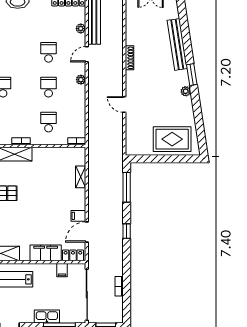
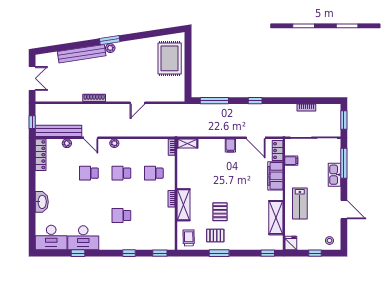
plant: (186, 91) -> (110, 48), moved
shelving: (81, 177) -> (187, 143), moved
filing cabinet: (78, 216) -> (230, 146), moved

